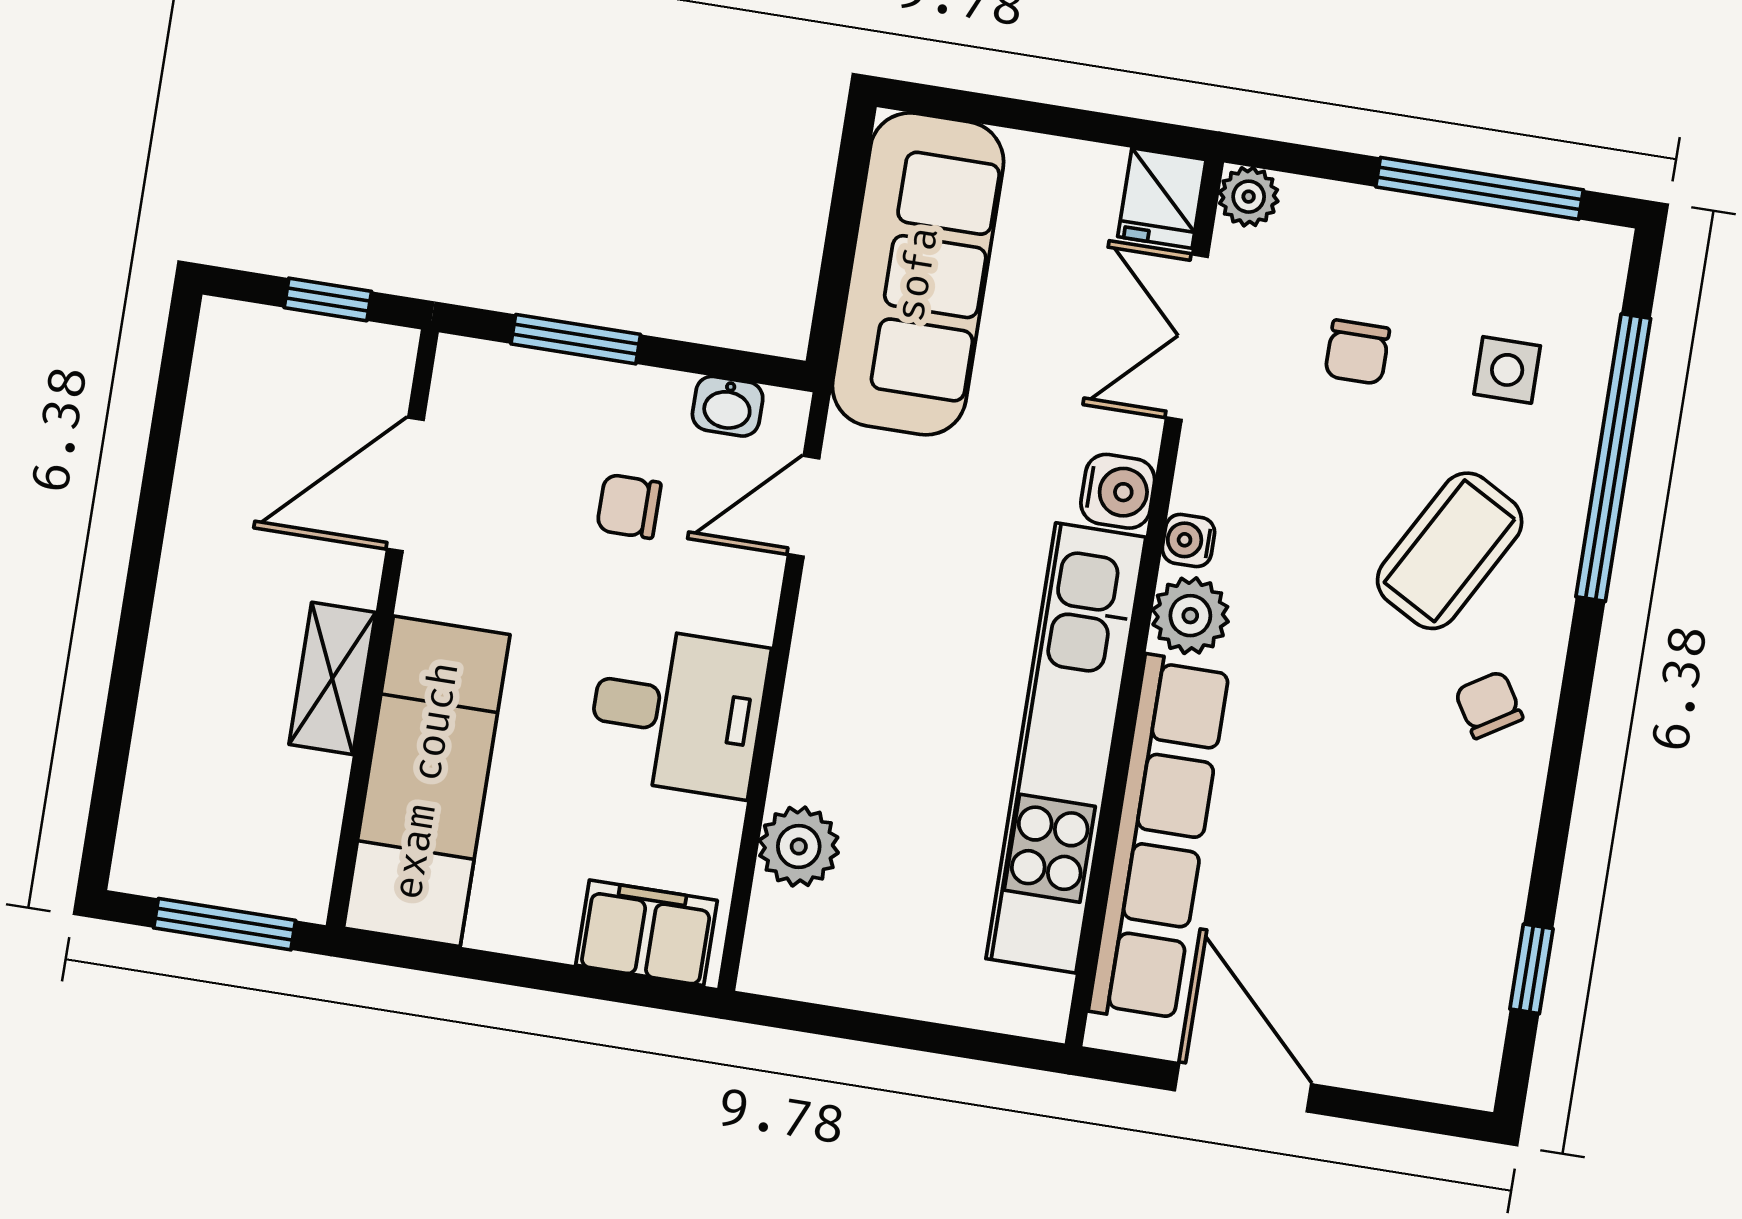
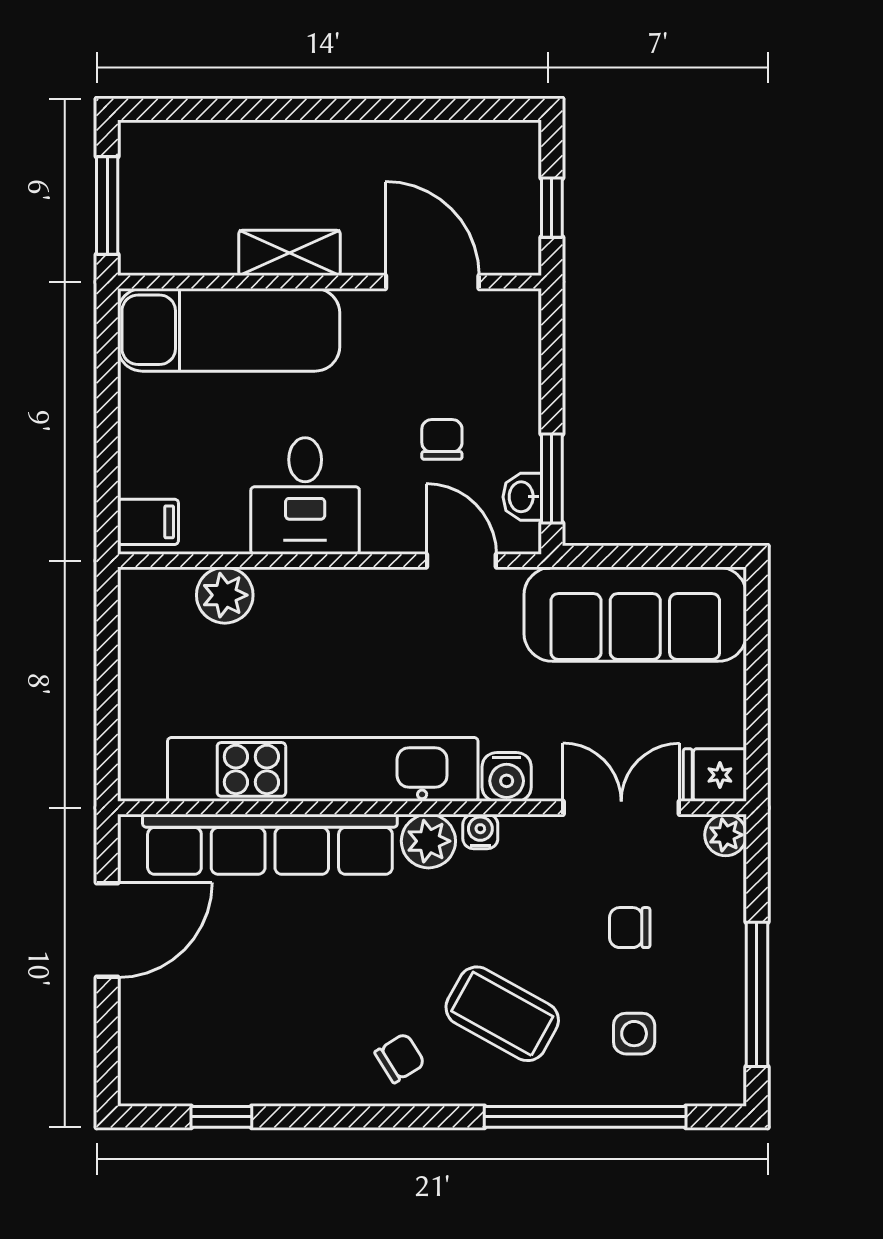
window: (576, 339) -> (552, 478), moved
filing cabinet: (647, 933) -> (148, 522), width x0.50

